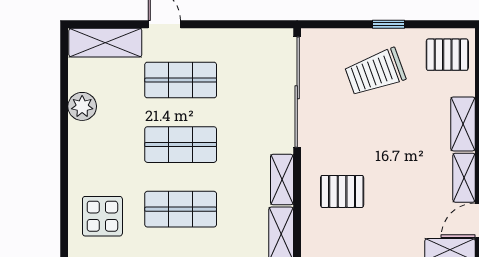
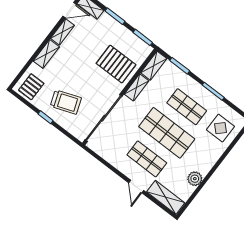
pallet: (447, 55) -> (31, 87), turned 90
shop shelf: (181, 145) -> (167, 133), width x1.43, depth x1.36
pallet: (342, 191) -> (116, 64), width x1.50, depth x1.42

